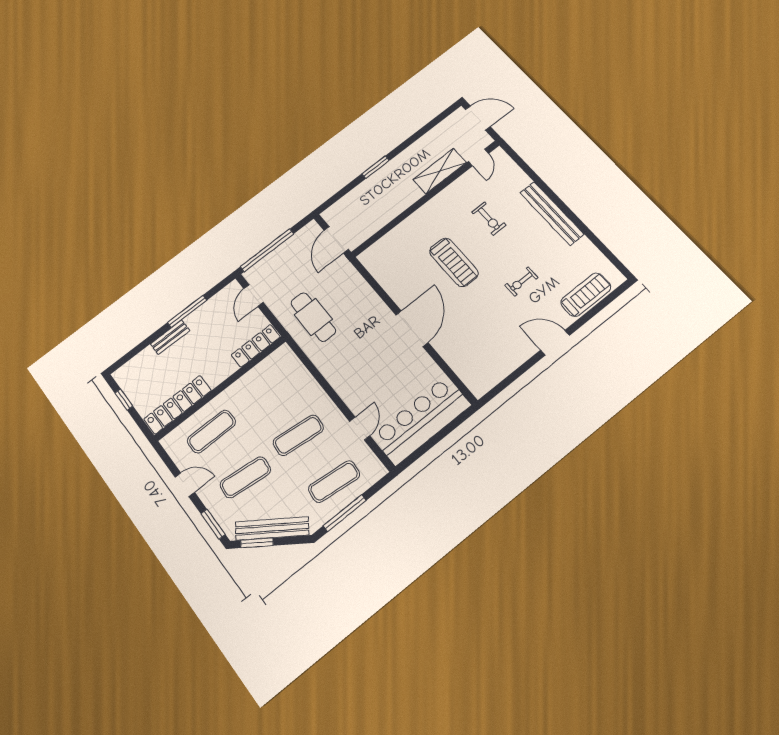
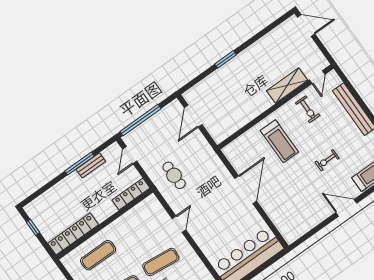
door: (479, 158) -> (317, 77), moved
shelving: (440, 171) -> (287, 86), moved
wall: (426, 198) -> (275, 107), moved
cafe table: (313, 317) -> (174, 175), width x0.73, depth x0.74
bench: (170, 337) -> (91, 165), moved
door: (360, 429) -> (179, 224), moved

